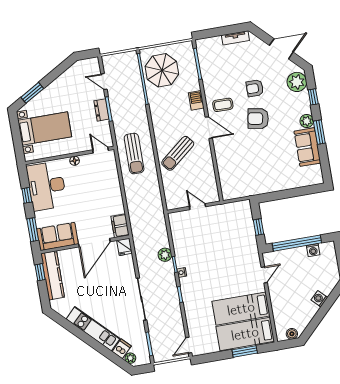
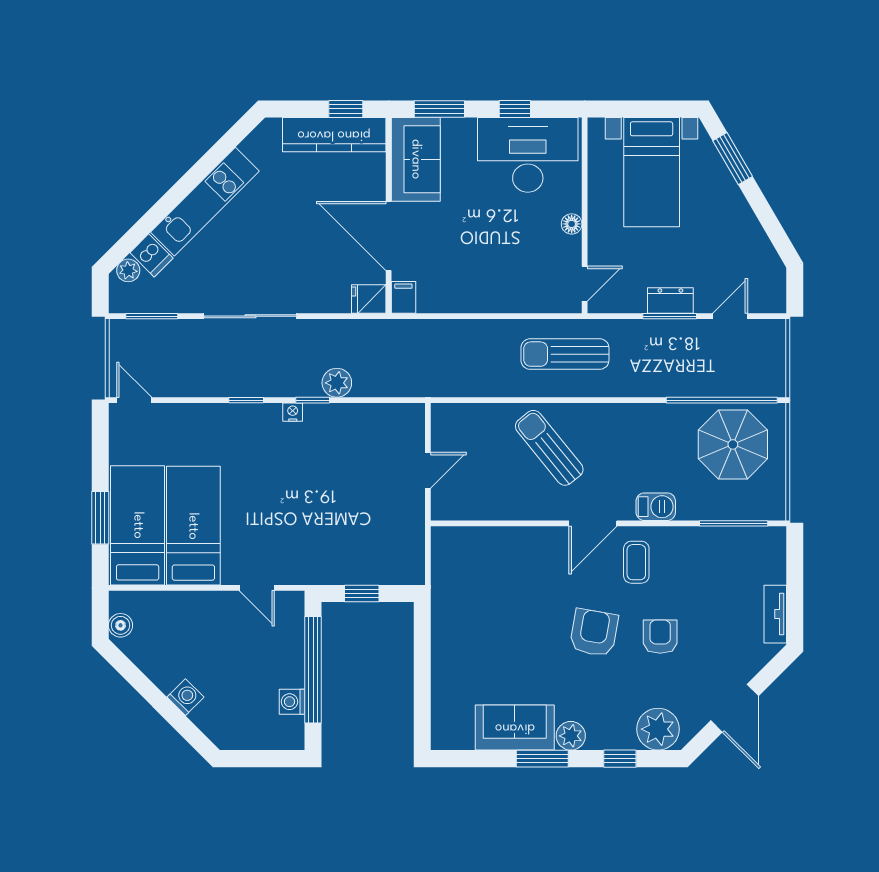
filing cabinet: (120, 226) -> (403, 297), width x0.50

